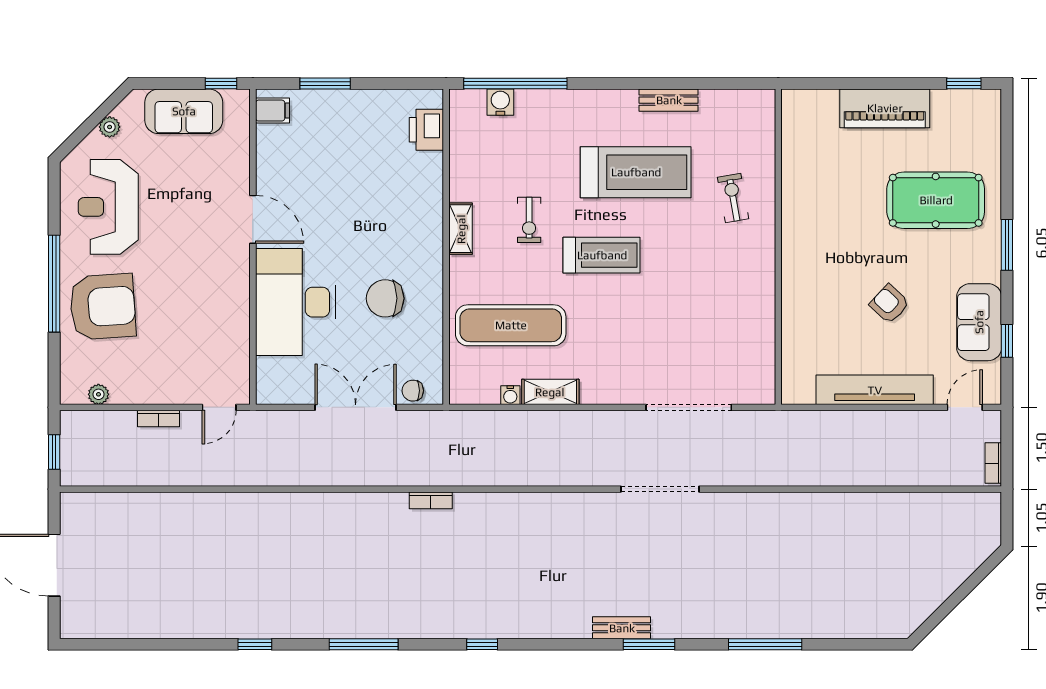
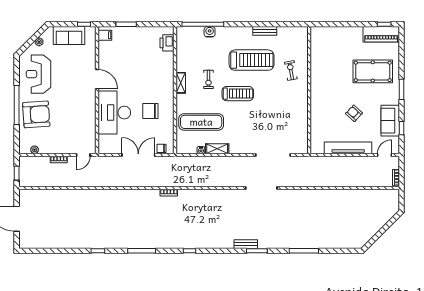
water cooler: (500, 102) -> (210, 32), moved
piano: (885, 108) -> (381, 34), moved

